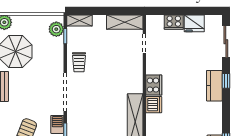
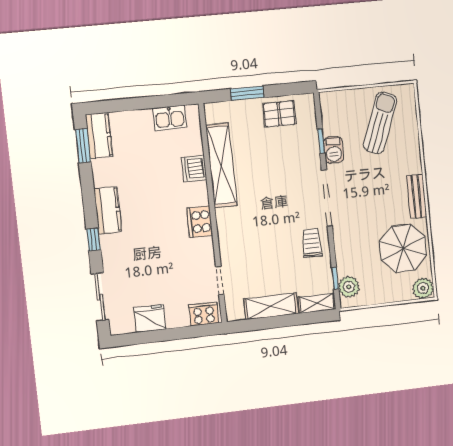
shelving: (125, 22) -> (271, 306), moved
cooker: (174, 22) -> (204, 314), moved
kitchen counter: (214, 86) -> (108, 210), moved
dishwasher: (154, 105) -> (194, 169), moved

